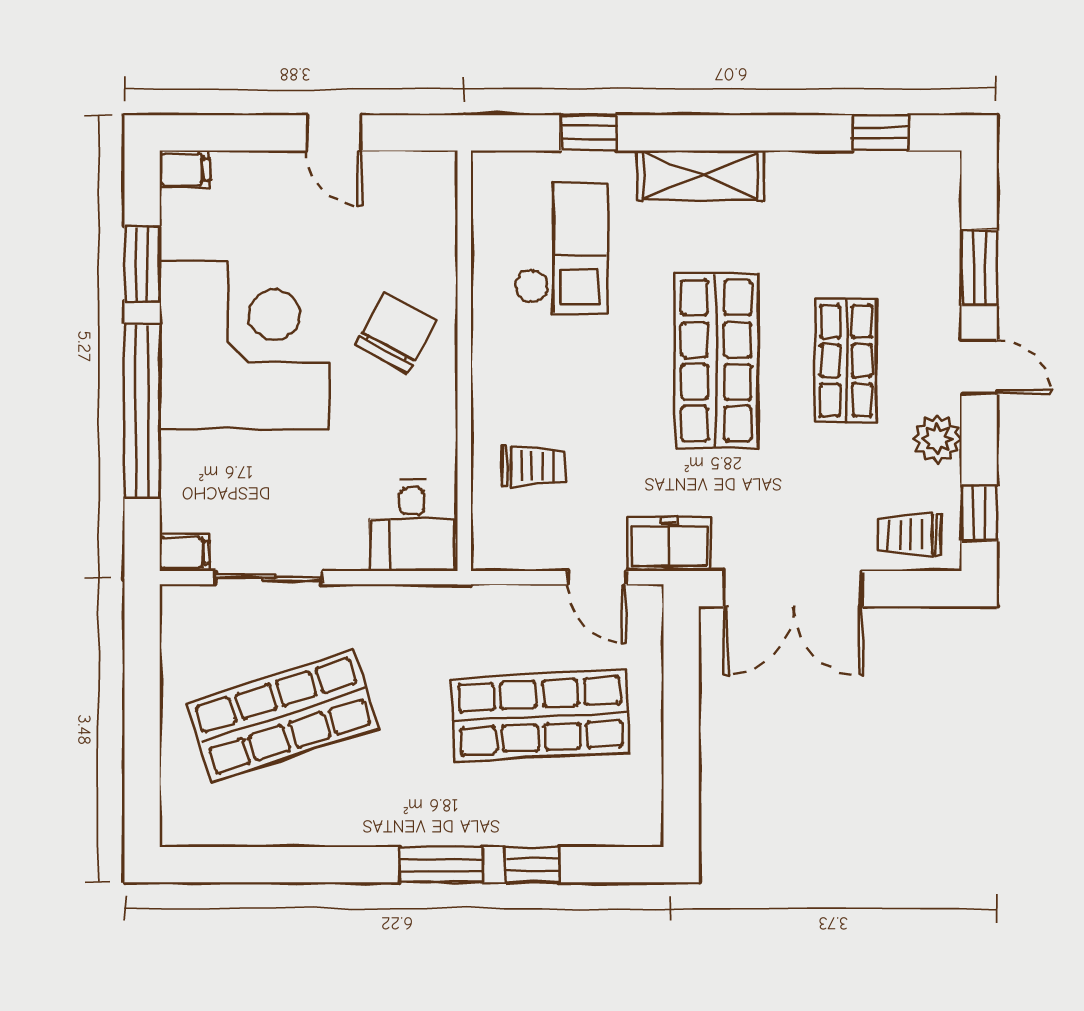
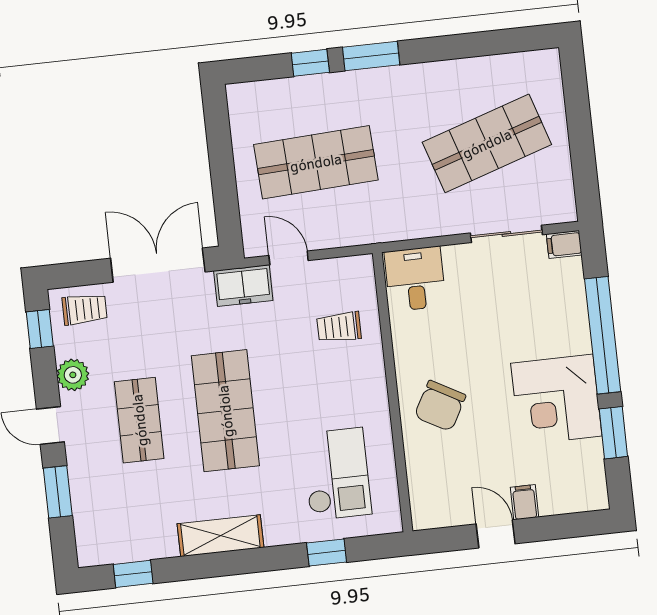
filing cabinet: (185, 169) -> (524, 502), moved, turned 90
shelving: (701, 175) -> (220, 536), moved
checkout: (561, 248) -> (337, 474), turned 180
corner desk: (244, 345) -> (556, 400), width x0.74, depth x0.74

